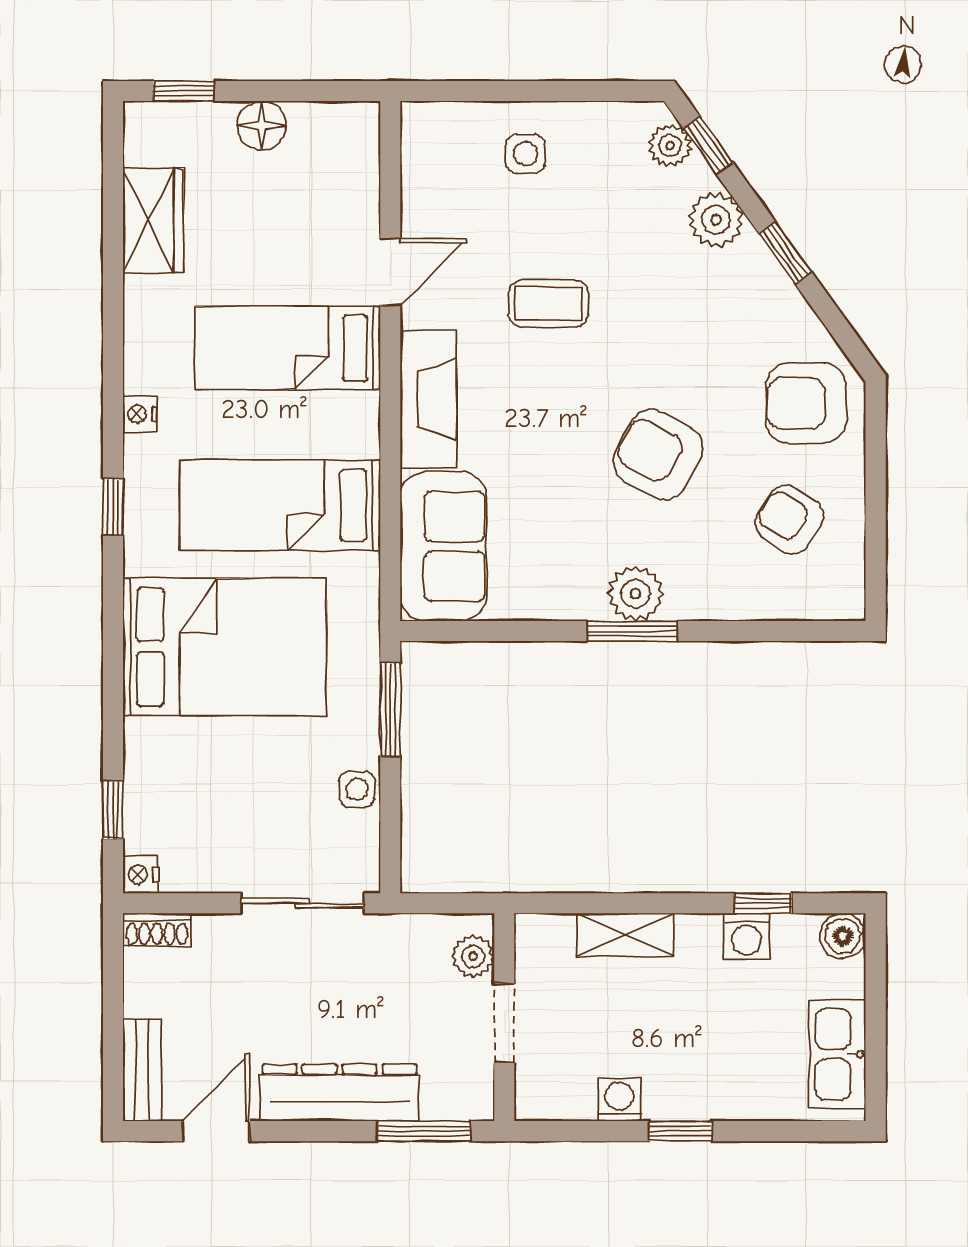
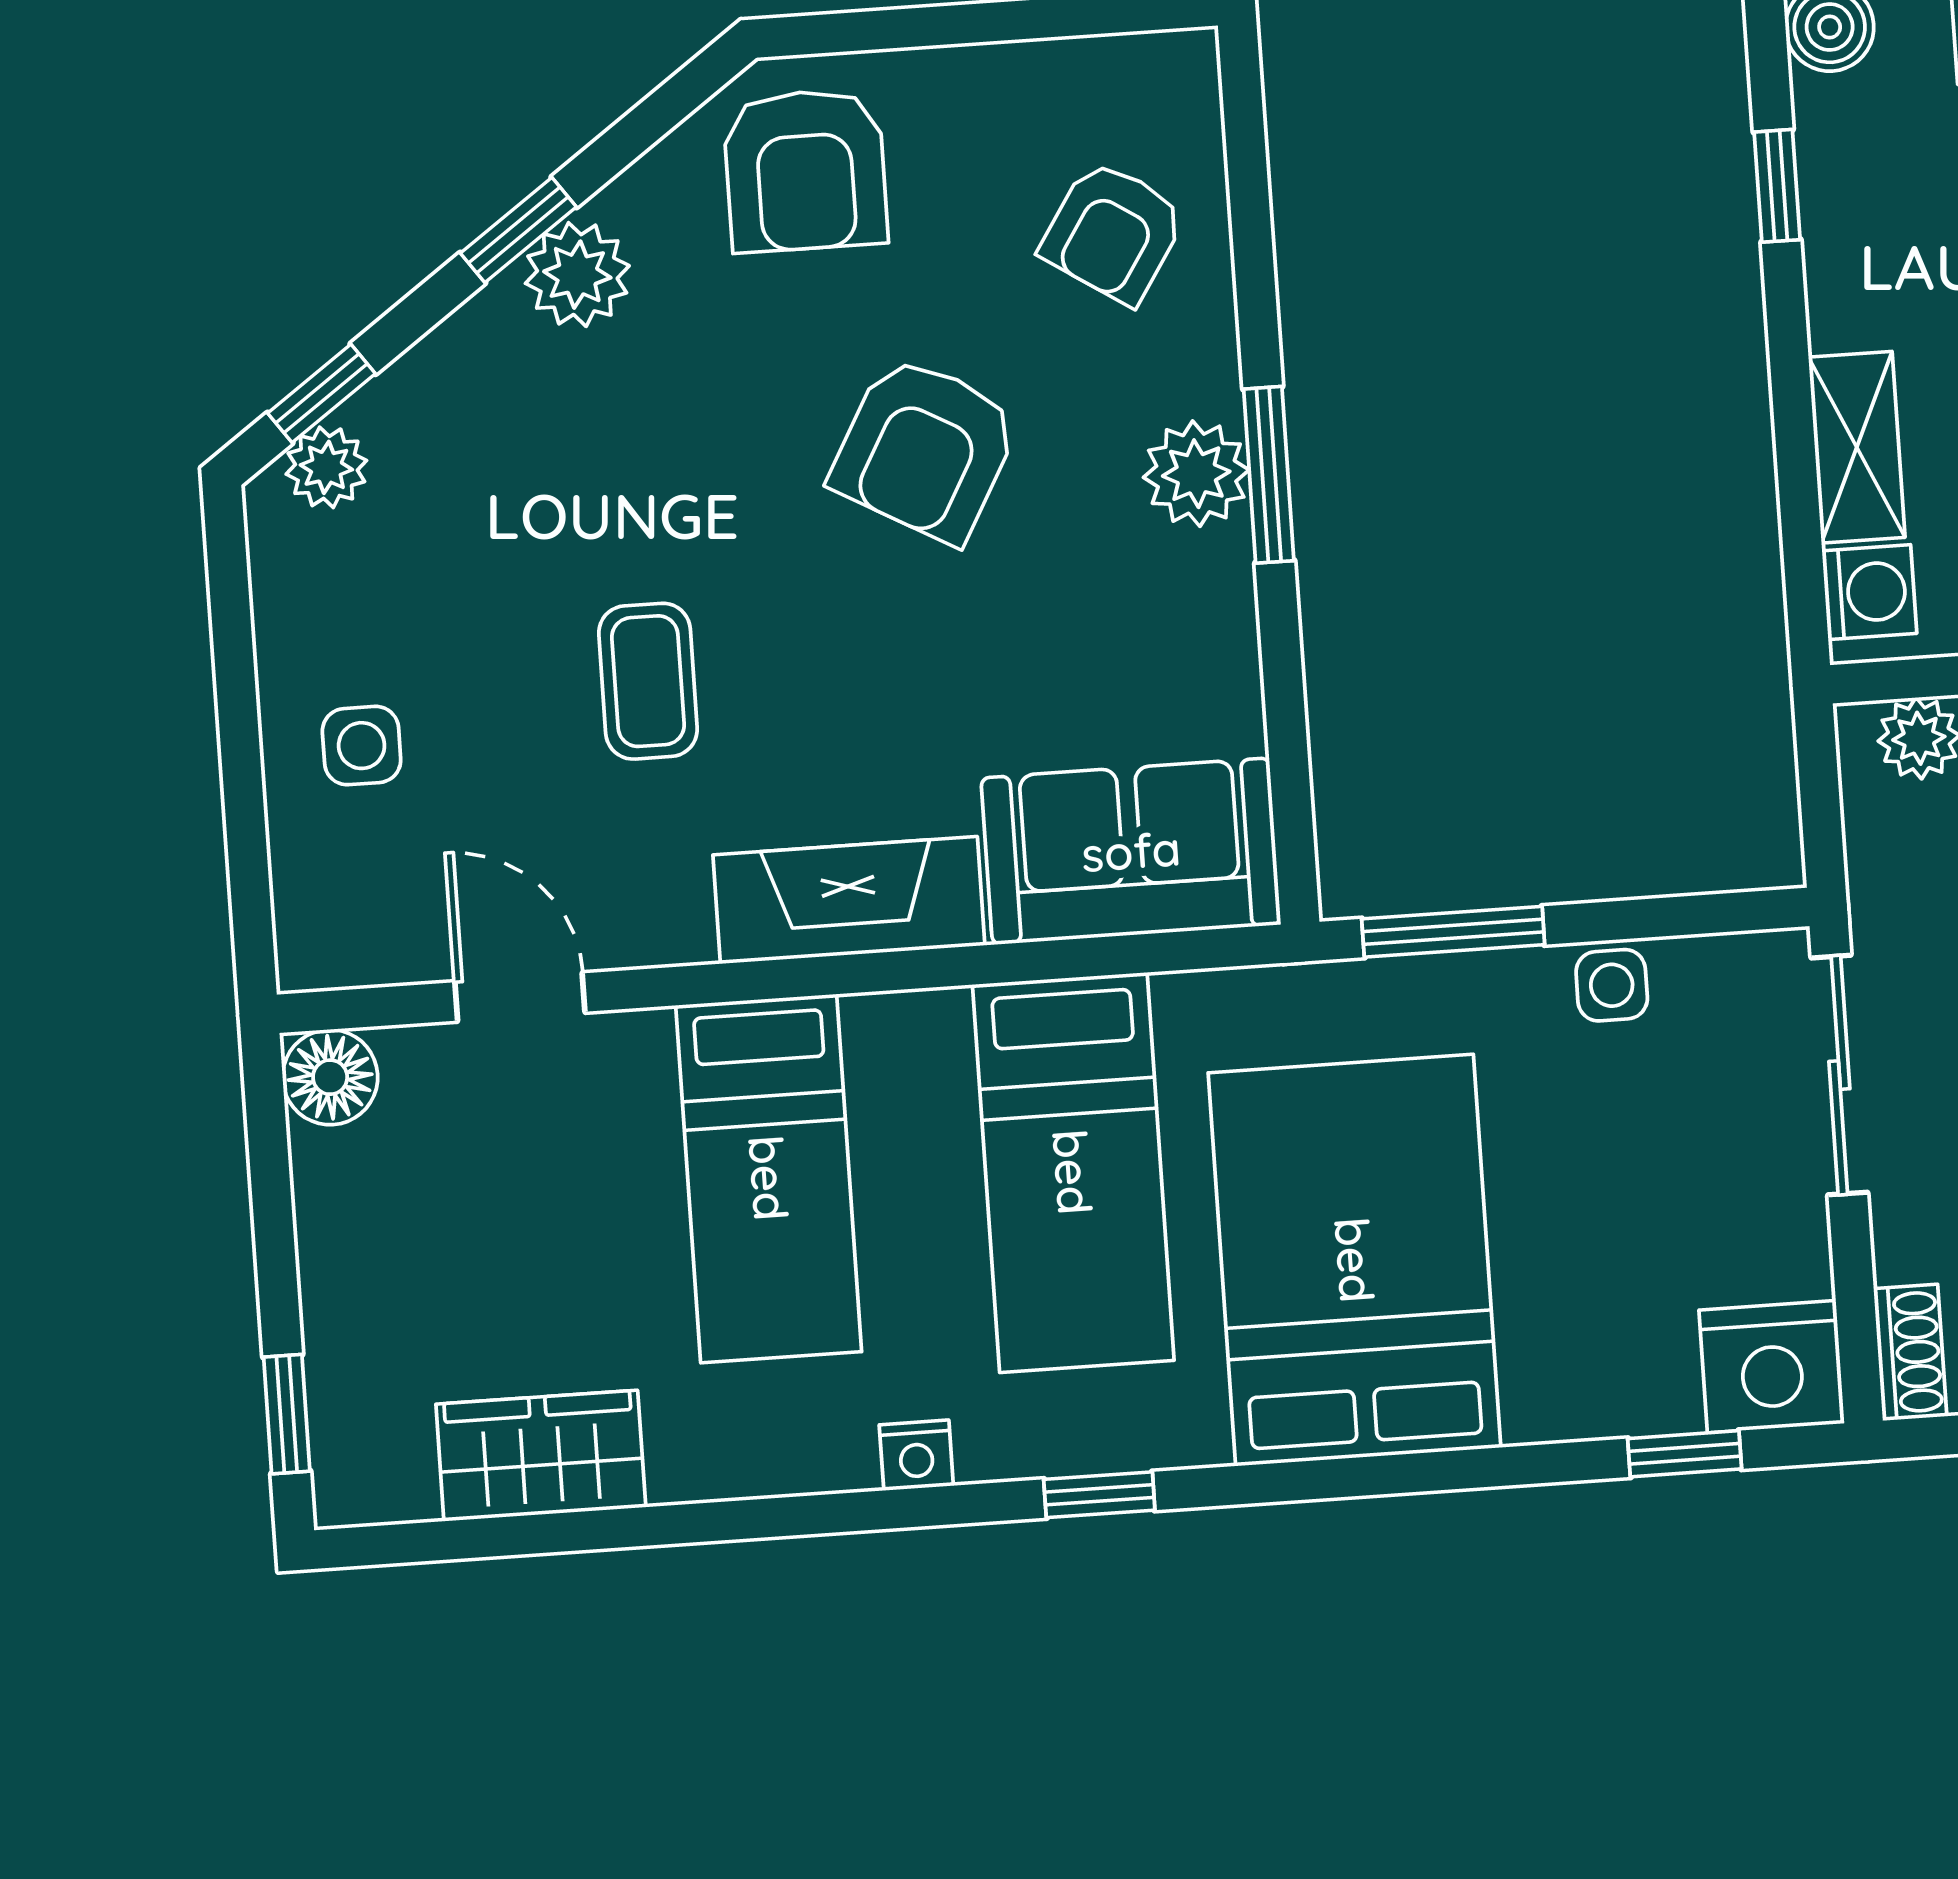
floor lamp: (262, 126) -> (330, 1077), moved
plant: (716, 220) -> (577, 275), moved
door: (390, 272) -> (520, 997), moved
armchair: (789, 519) -> (1113, 232), moved
nightstand: (141, 875) -> (1772, 1367), width x1.89, depth x1.79
washing machine: (746, 936) -> (1869, 592), moved

